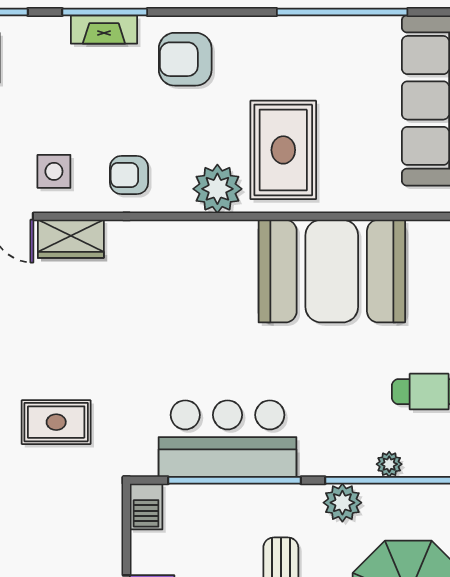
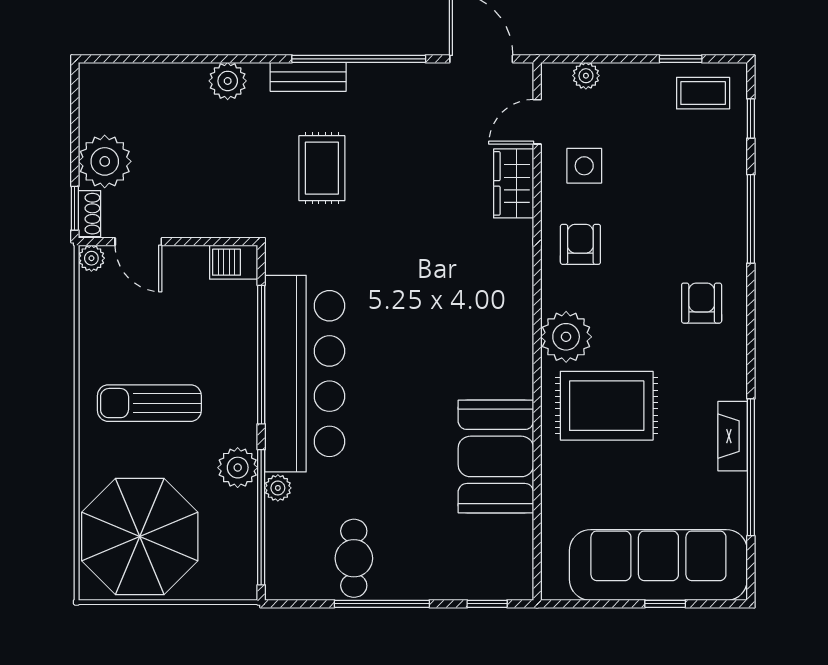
fireplace: (104, 29) -> (733, 436), moved
armchair: (185, 59) -> (702, 303), width x0.72, depth x0.72
booth: (332, 271) -> (496, 456), width x0.73, depth x0.70
bar counter: (228, 439) -> (305, 374), width x1.36
plant: (389, 464) -> (278, 488), moved

